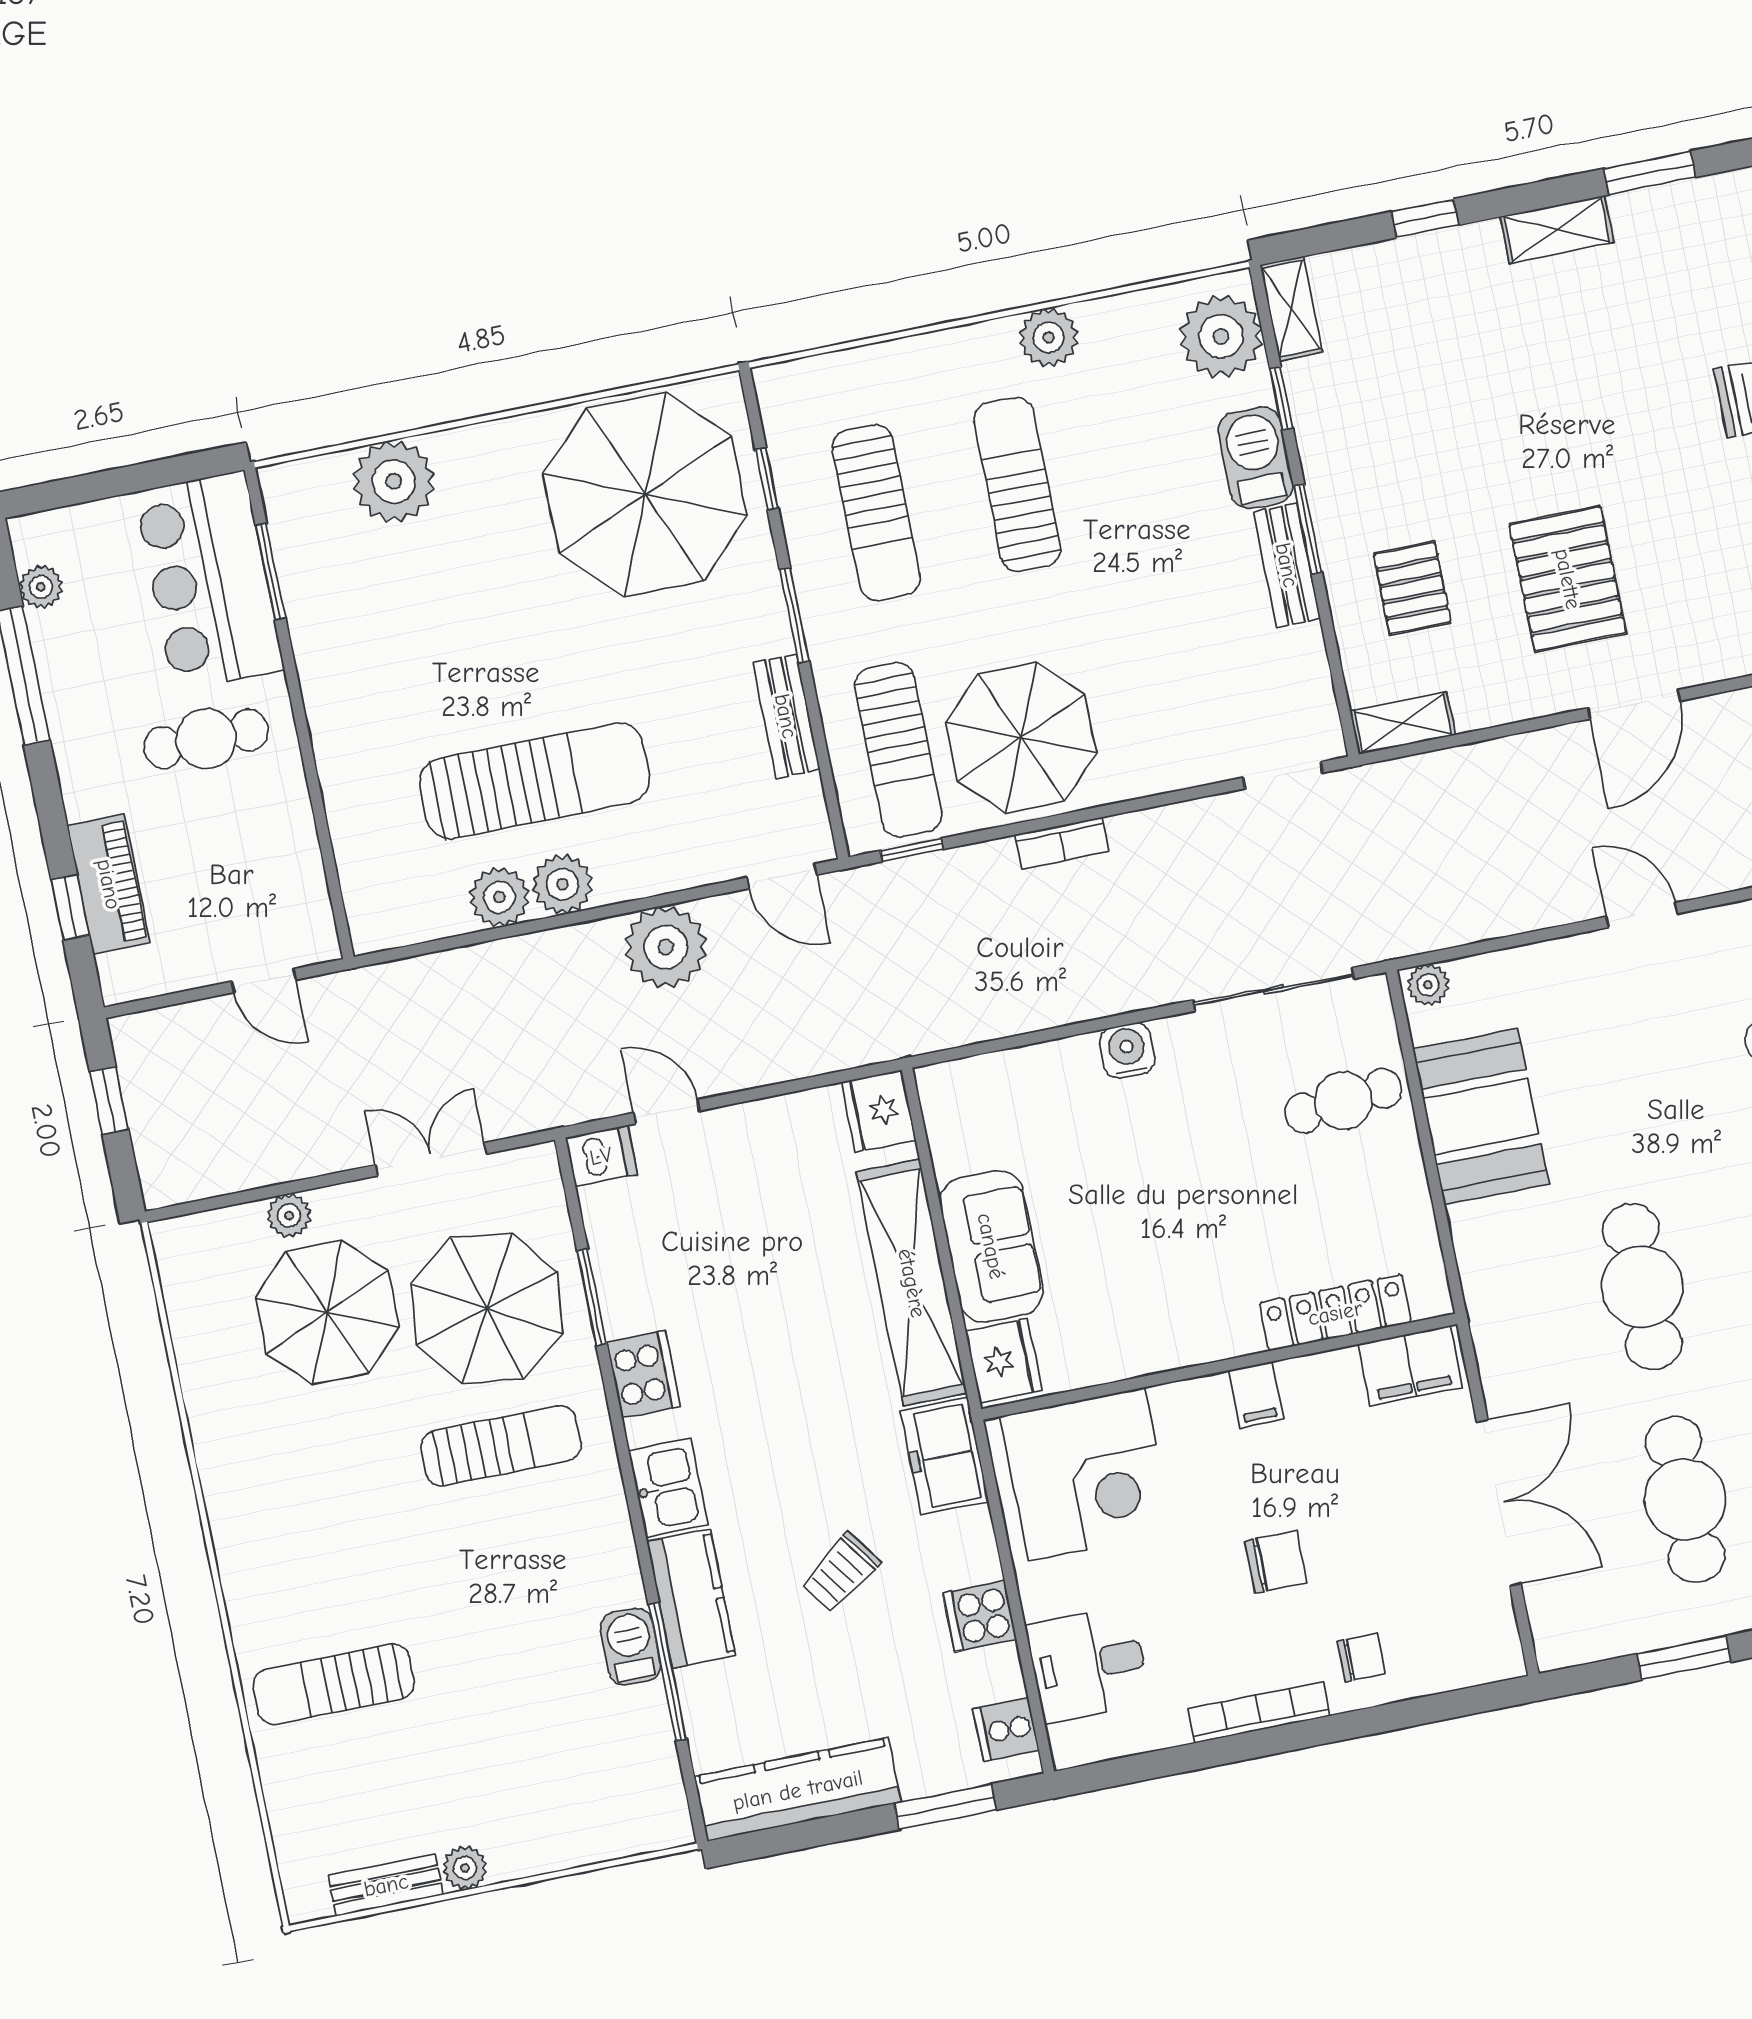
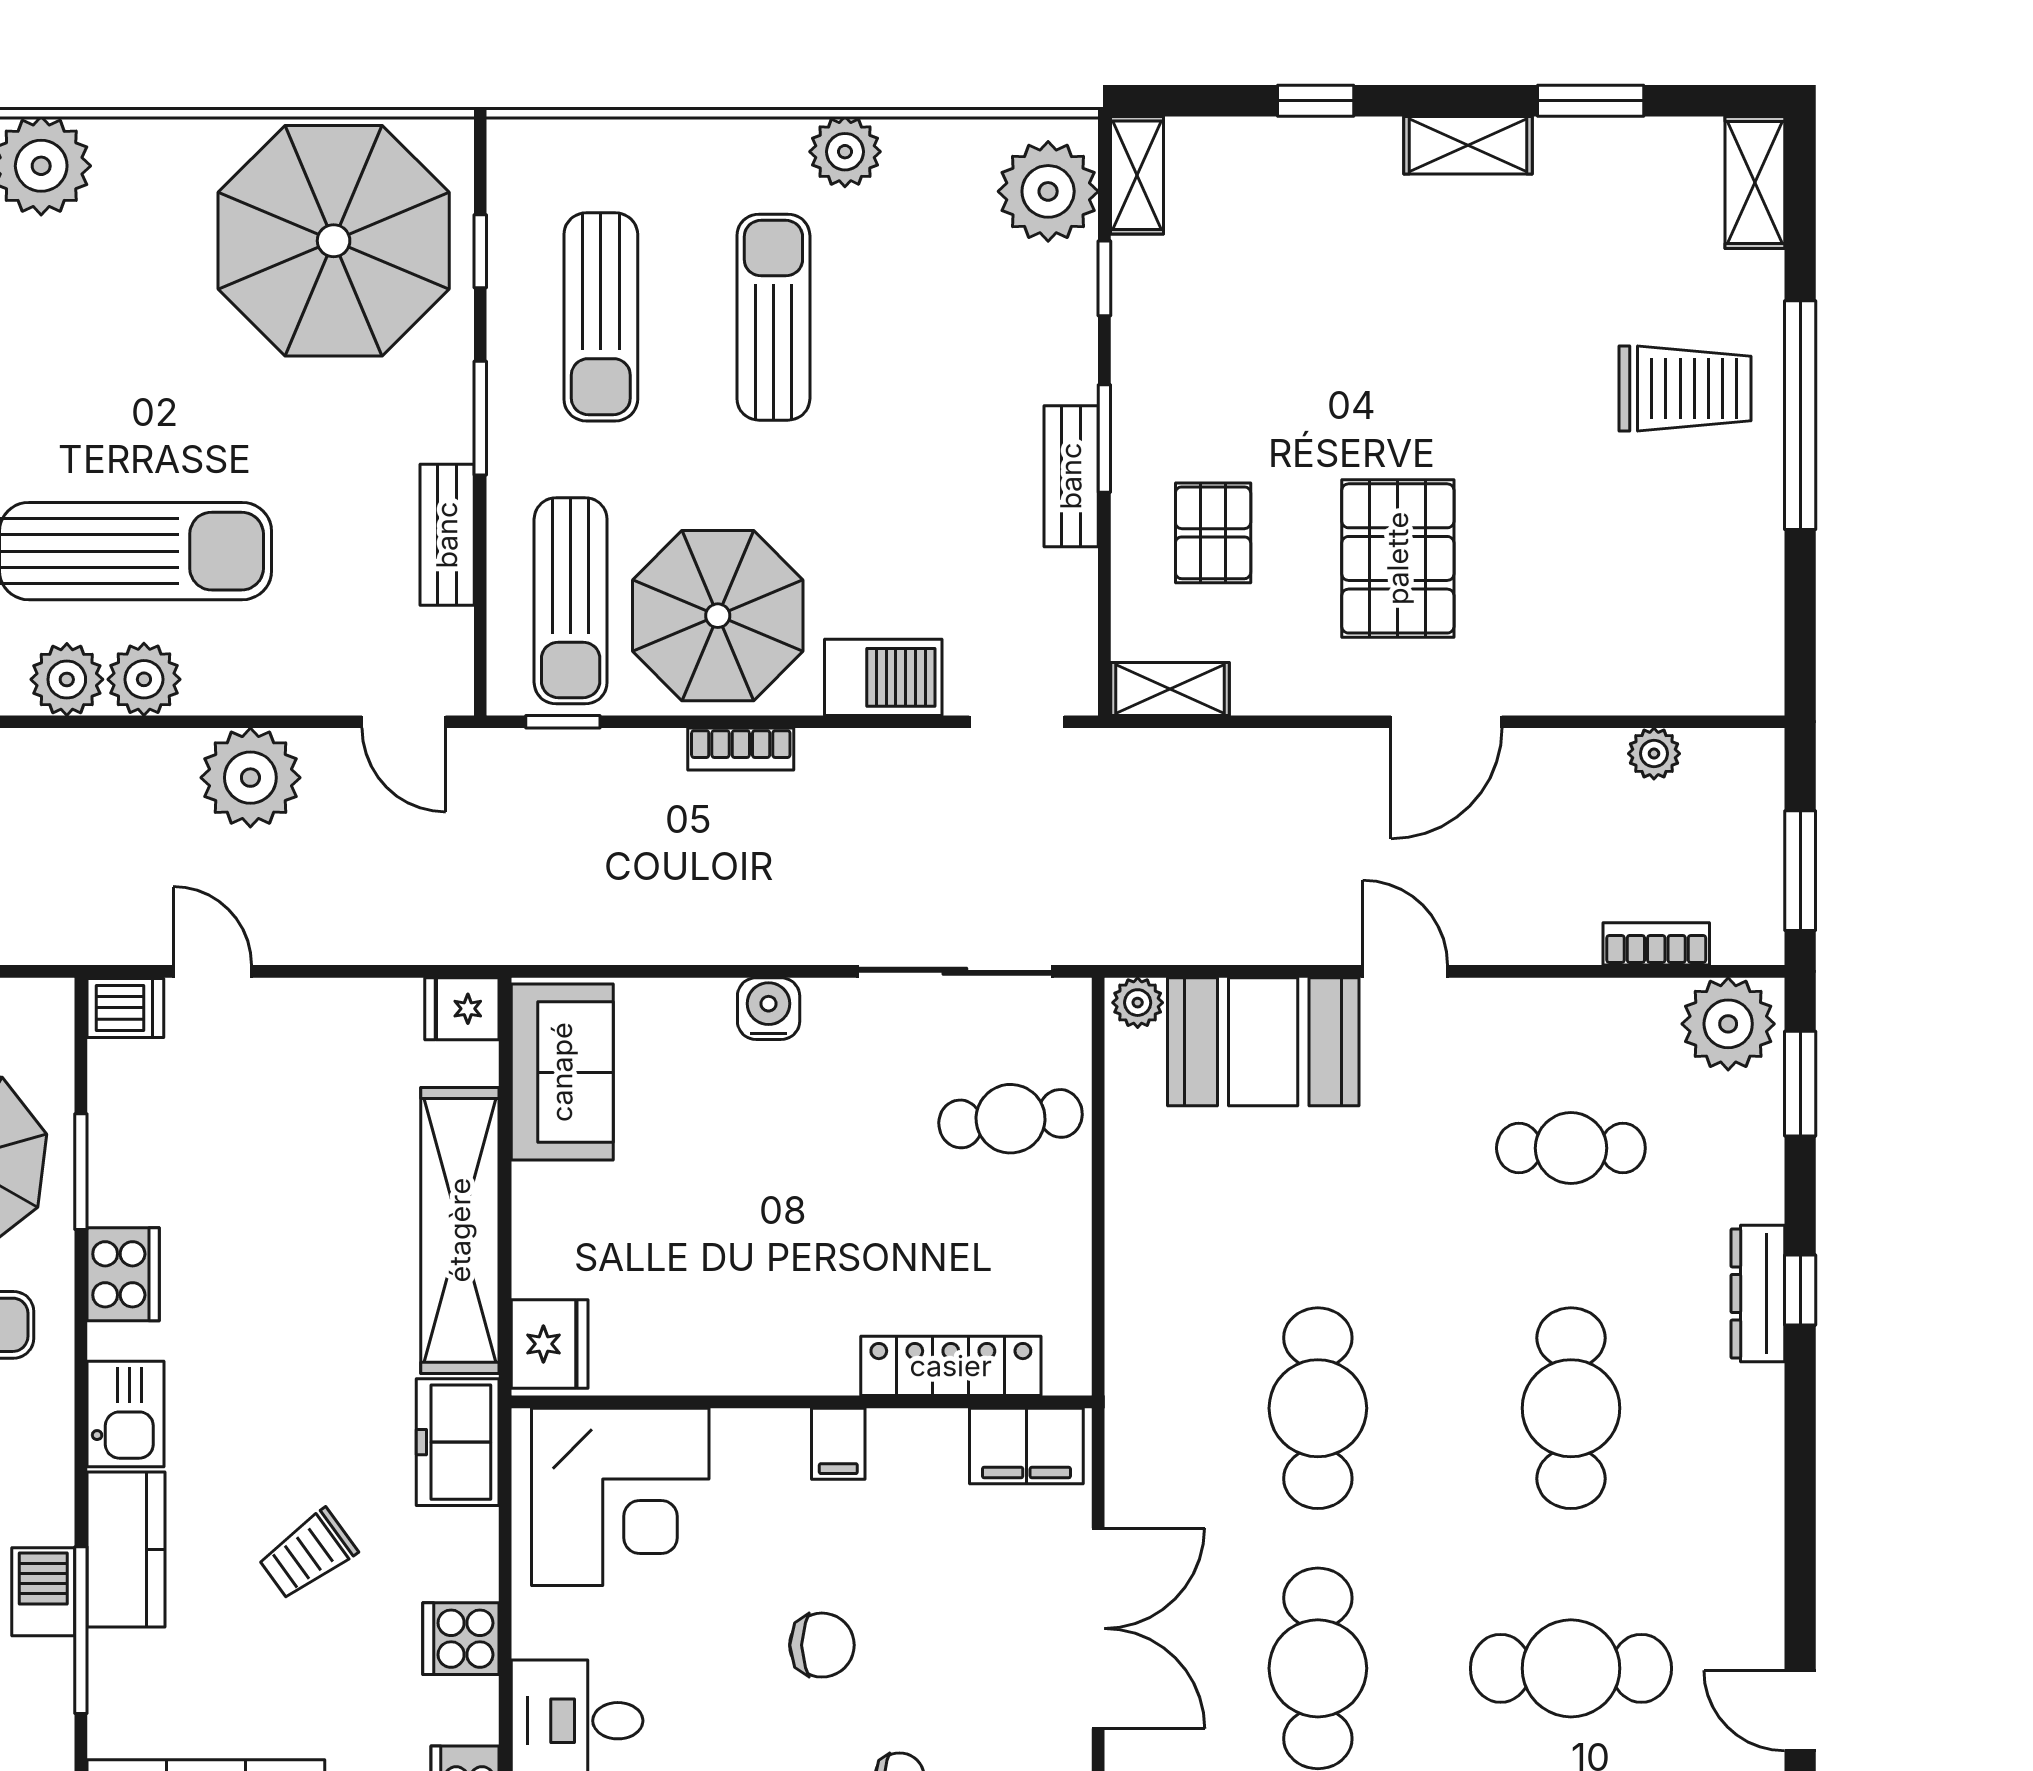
barbecue: (1256, 458) -> (883, 677), moved, turned 90
fridge: (879, 1111) -> (462, 1009), width x0.72
booth: (1481, 1117) -> (1263, 1042), moved, turned 90
sofa: (991, 1246) -> (562, 1072), moved

